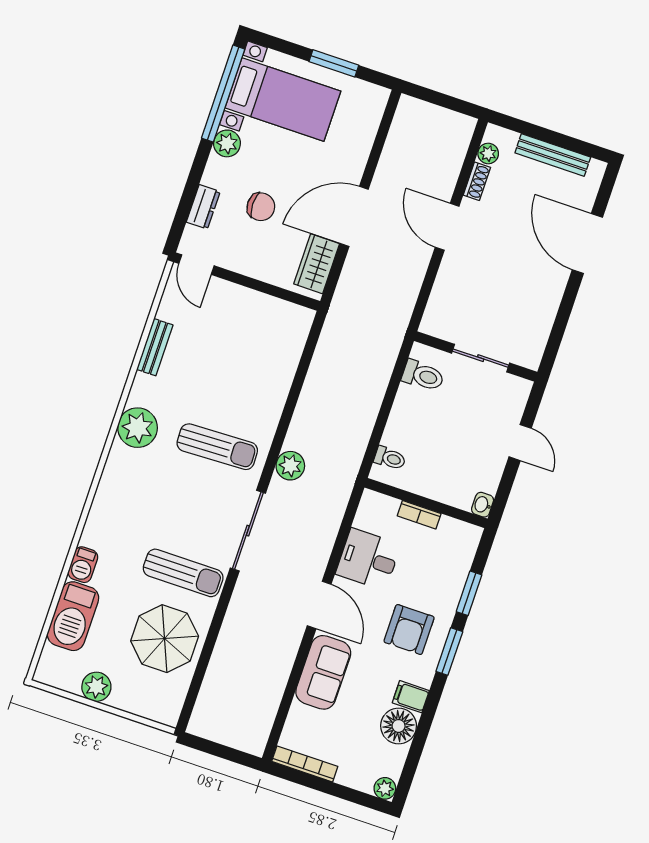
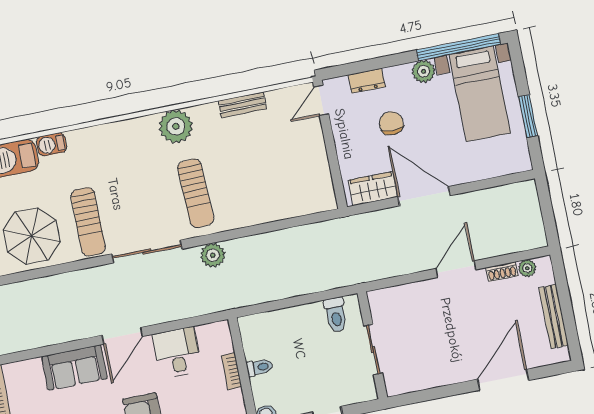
chair: (261, 207) -> (391, 123), turned 180
toilet: (390, 458) -> (260, 367), moved, turned -90

